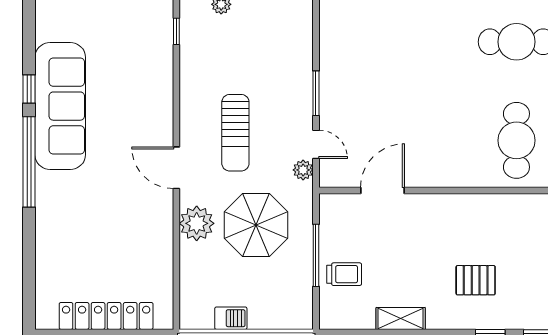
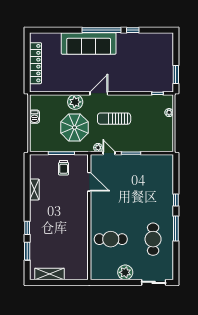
sofa: (60, 106) -> (89, 43), moved
door: (316, 144) -> (109, 153), swing flipped
trolley: (344, 274) -> (64, 168), moved
pallet: (476, 280) -> (51, 222), removed

